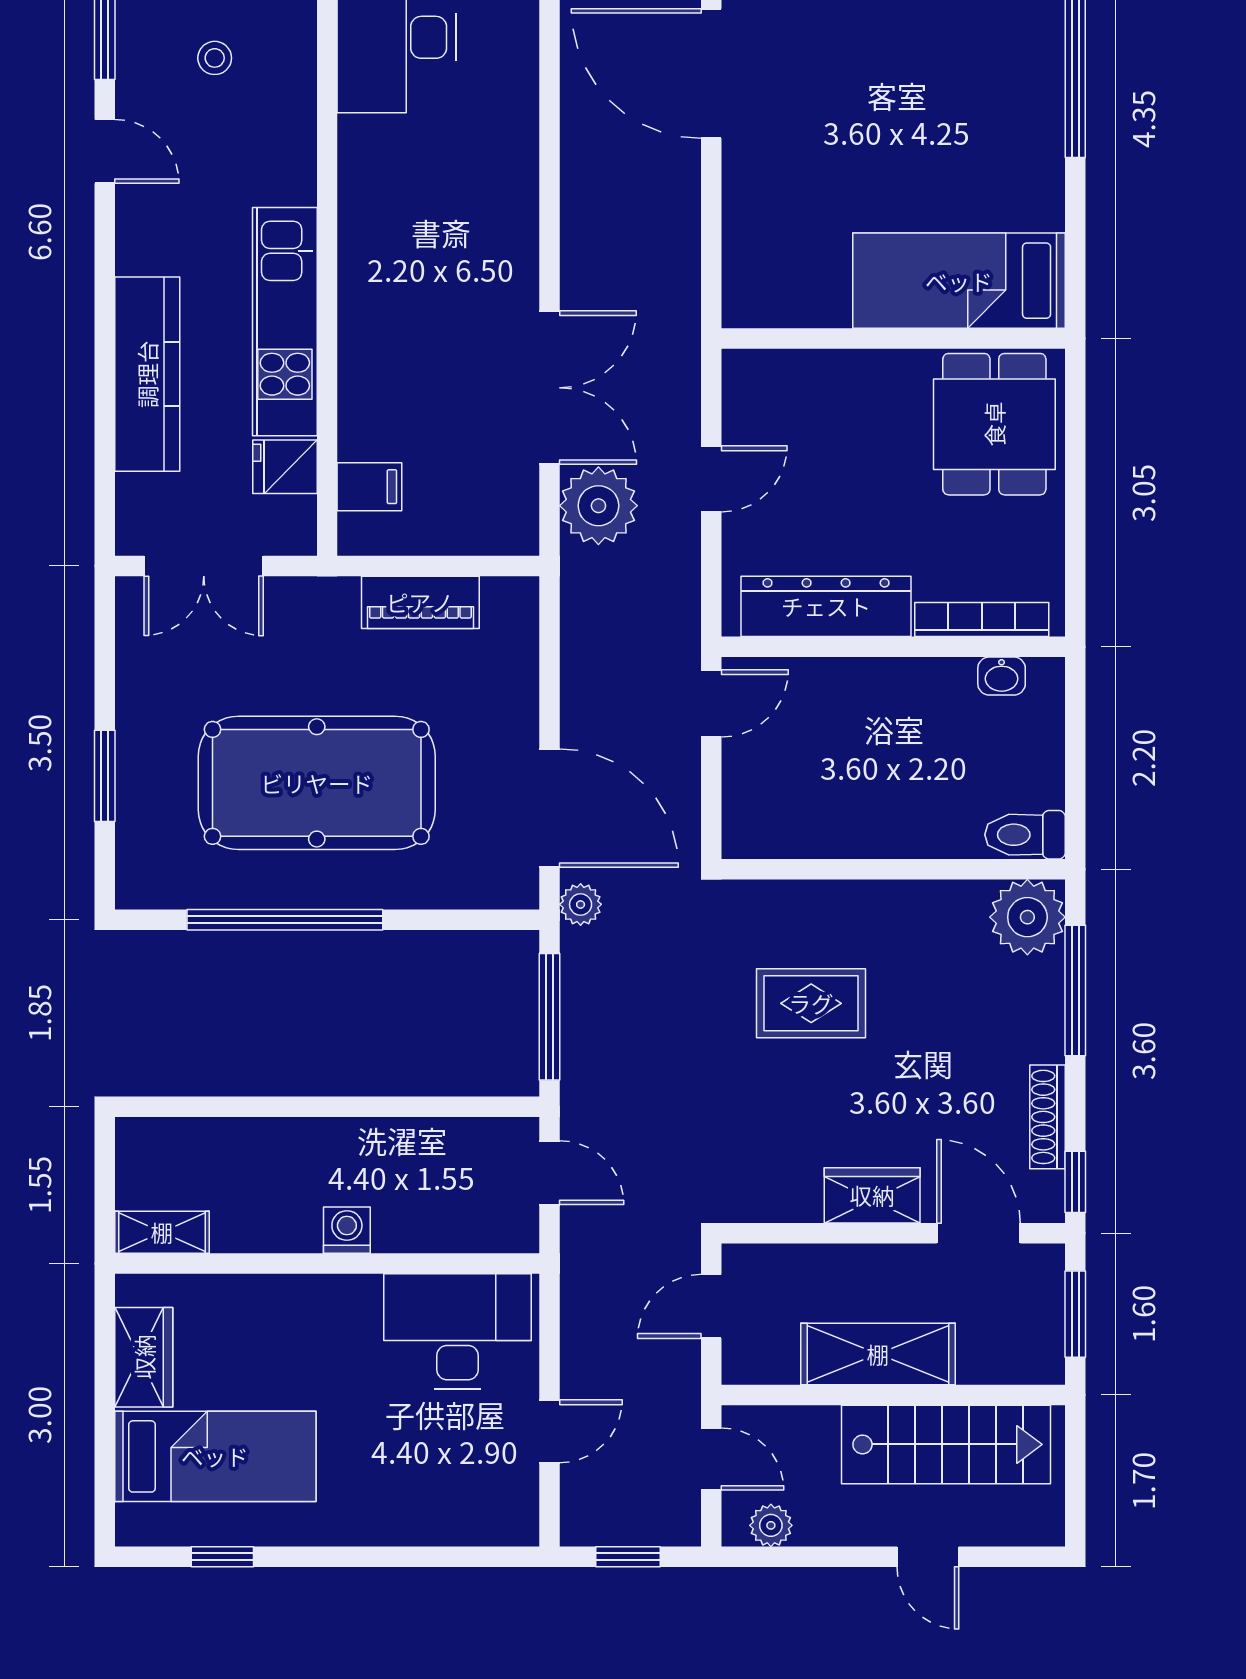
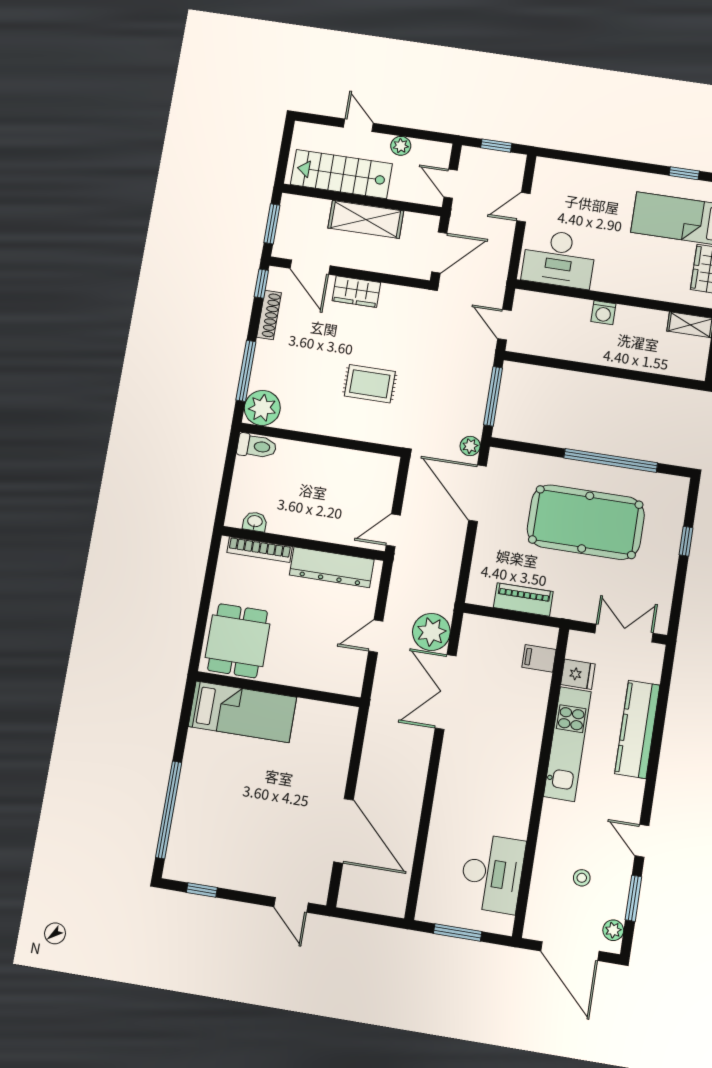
window: (105, 776) -> (686, 541), width x0.67
door: (711, 1306) -> (439, 252), width x1.38
plant: (771, 1525) -> (401, 146), moved

